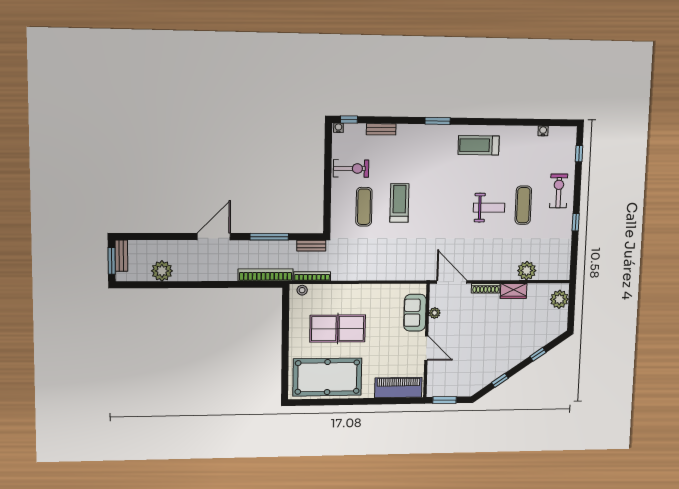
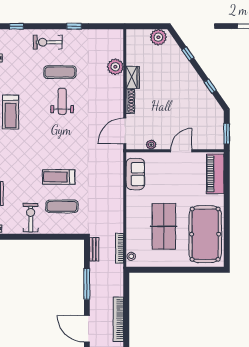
bookcase: (266, 275) -> (118, 319), moved
plant: (559, 299) -> (158, 37), moved
sofa: (415, 313) -> (135, 174), moved, turned -90

